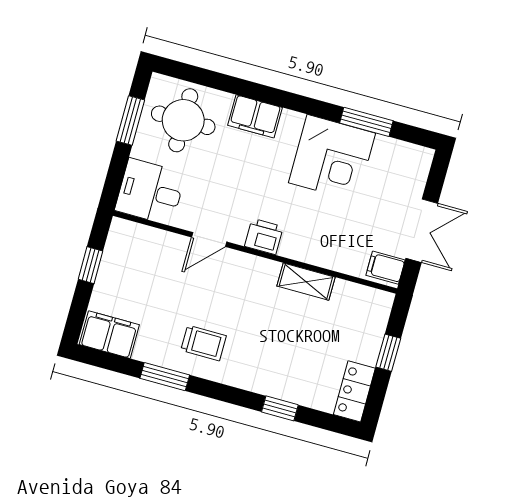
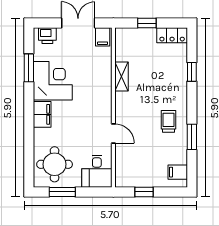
filing cabinet: (255, 116) -> (42, 114), moved
printer: (264, 236) -> (47, 36), moved, turned -90
filing cabinet: (109, 335) -> (178, 172), width x0.50

